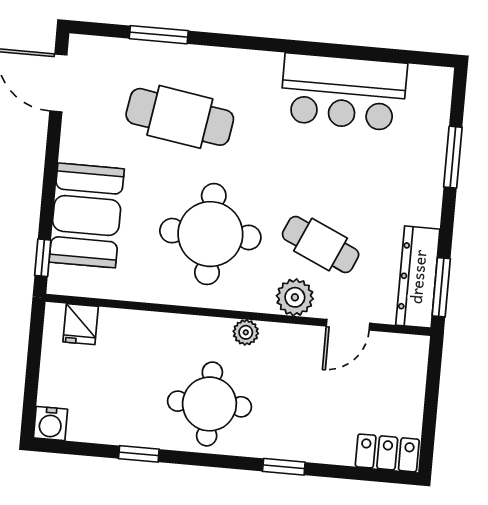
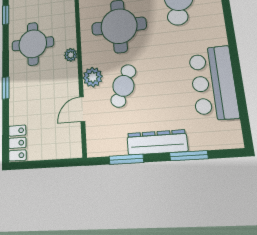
dresser: (418, 277) -> (157, 142), moved
window: (441, 287) -> (126, 159), moved
door: (348, 325) -> (82, 109), hinge flipped

